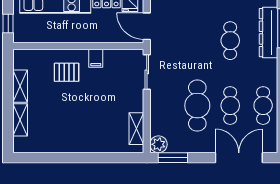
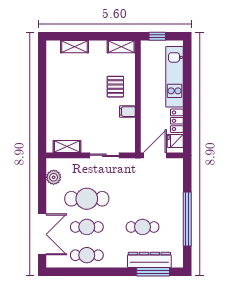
sliding door: (147, 72) -> (104, 155), moved
shelving: (20, 86) -> (121, 47), moved
plant: (159, 144) -> (54, 177), moved
window: (173, 158) -> (42, 178), removed

